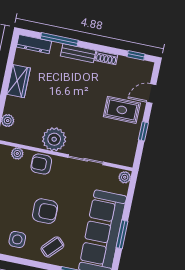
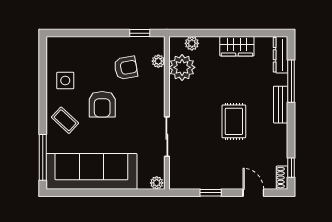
shoe rack: (106, 58) -> (282, 178), moved
rug: (122, 110) -> (234, 121), moved
plant: (54, 139) -> (182, 67), moved
armchair: (41, 164) -> (126, 68), moved, turned 80
window: (122, 234) -> (94, 193), removed

